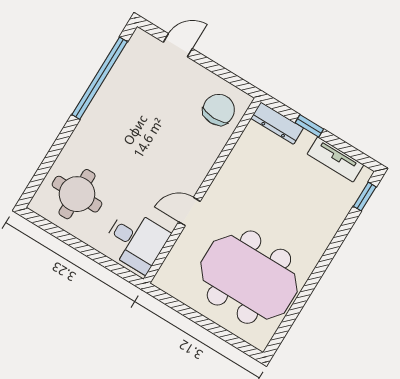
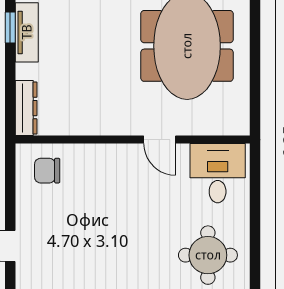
chair: (219, 110) -> (47, 171), width x0.73, depth x0.73
window: (309, 126) -> (10, 27), moved

